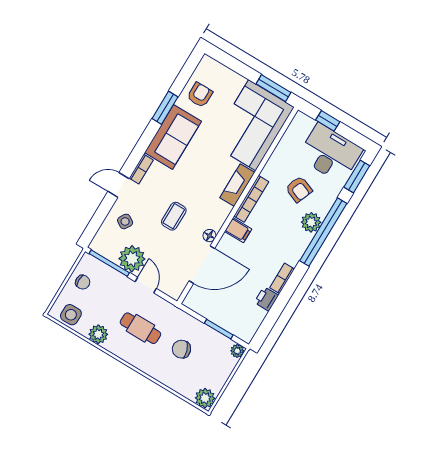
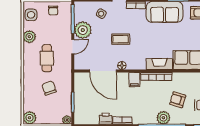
armchair: (299, 189) -> (178, 100), turned 85

